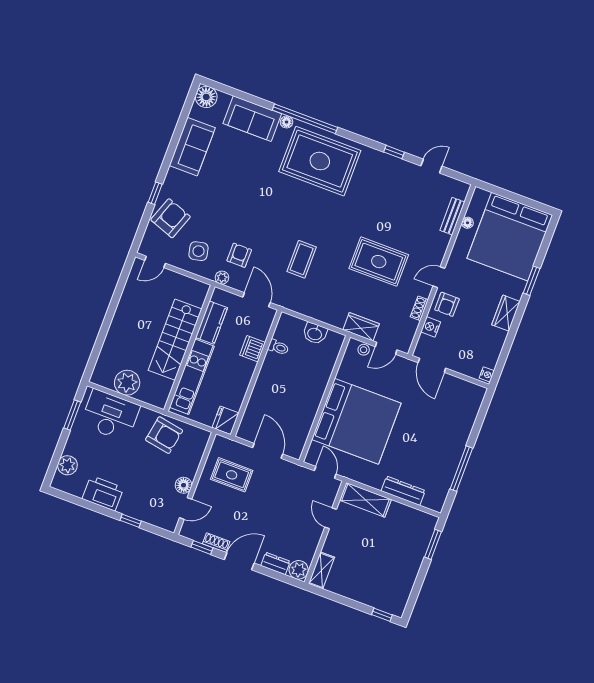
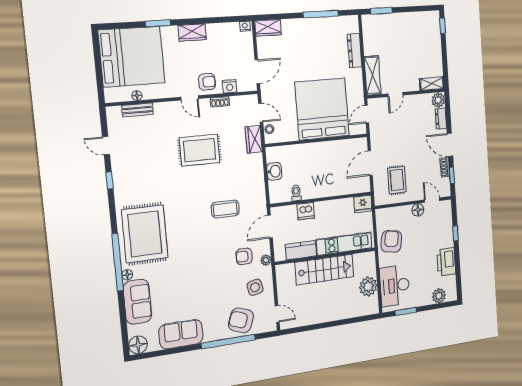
window: (155, 193) -> (228, 341), width x3.17
rug: (379, 262) -> (200, 150), turned 90
wardrobe: (473, 400) -> (268, 28), added

